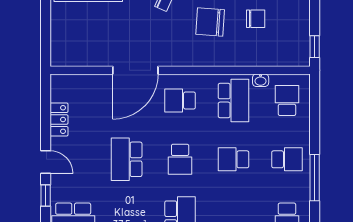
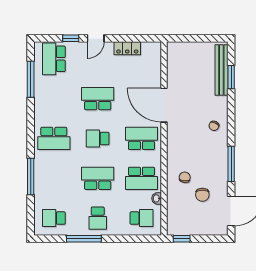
chair: (210, 22) -> (185, 177), moved, width x0.54, depth x0.54
school desk: (180, 100) -> (141, 138), width x1.85
school desk: (234, 159) -> (98, 178), width x1.85

